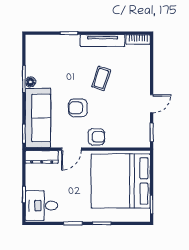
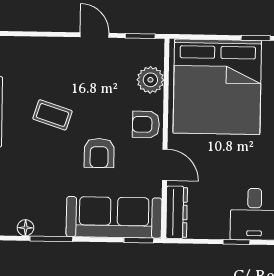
floor lamp: (30, 82) -> (26, 228), moved
armchair: (96, 137) -> (146, 124), turned -90
plant: (124, 139) -> (150, 80), added

